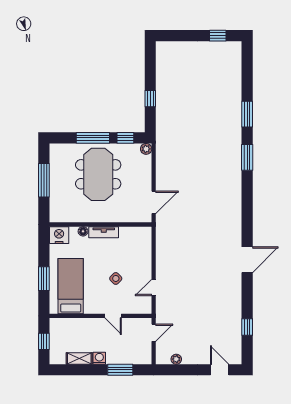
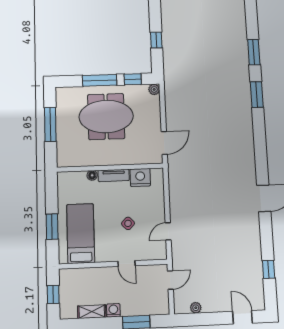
meeting table: (98, 174) -> (106, 117), turned 90
nightstand: (59, 235) -> (140, 177), moved

